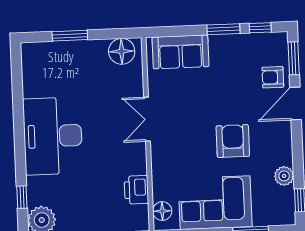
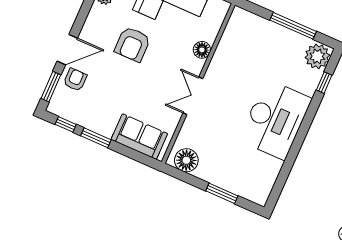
armchair: (273, 77) -> (75, 80), turned -90
double door: (147, 119) -> (193, 96), swing flipped
printer: (136, 190) -> (229, 43), removed
floor lamp: (162, 211) -> (202, 50), moved

